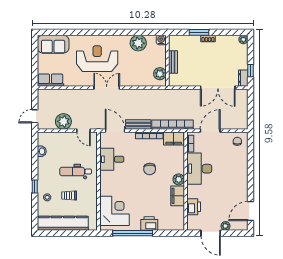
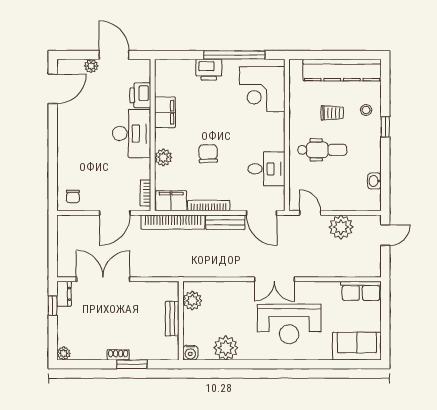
desk: (199, 169) -> (132, 133), moved
plant: (179, 179) -> (163, 157), moved

